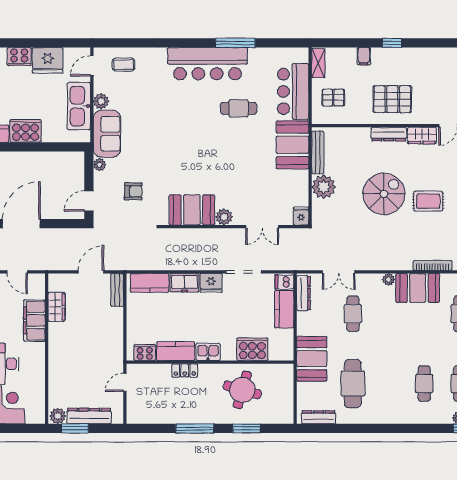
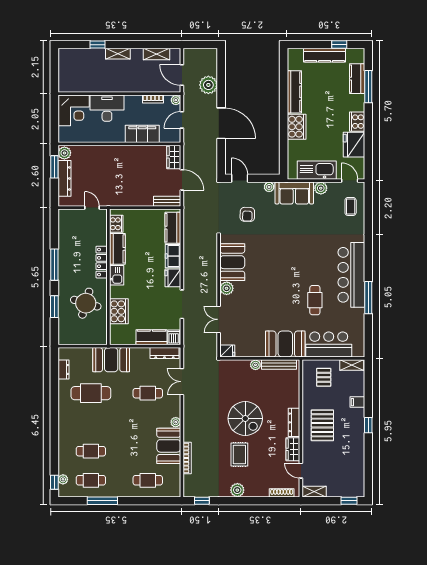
plant: (324, 187) -> (255, 365), width x0.53, depth x0.53
wardrobe: (57, 307) -> (174, 157), moved, turned 90
locker: (185, 370) -> (102, 262), width x1.53
dresser: (319, 417) -> (63, 369), width x0.70

